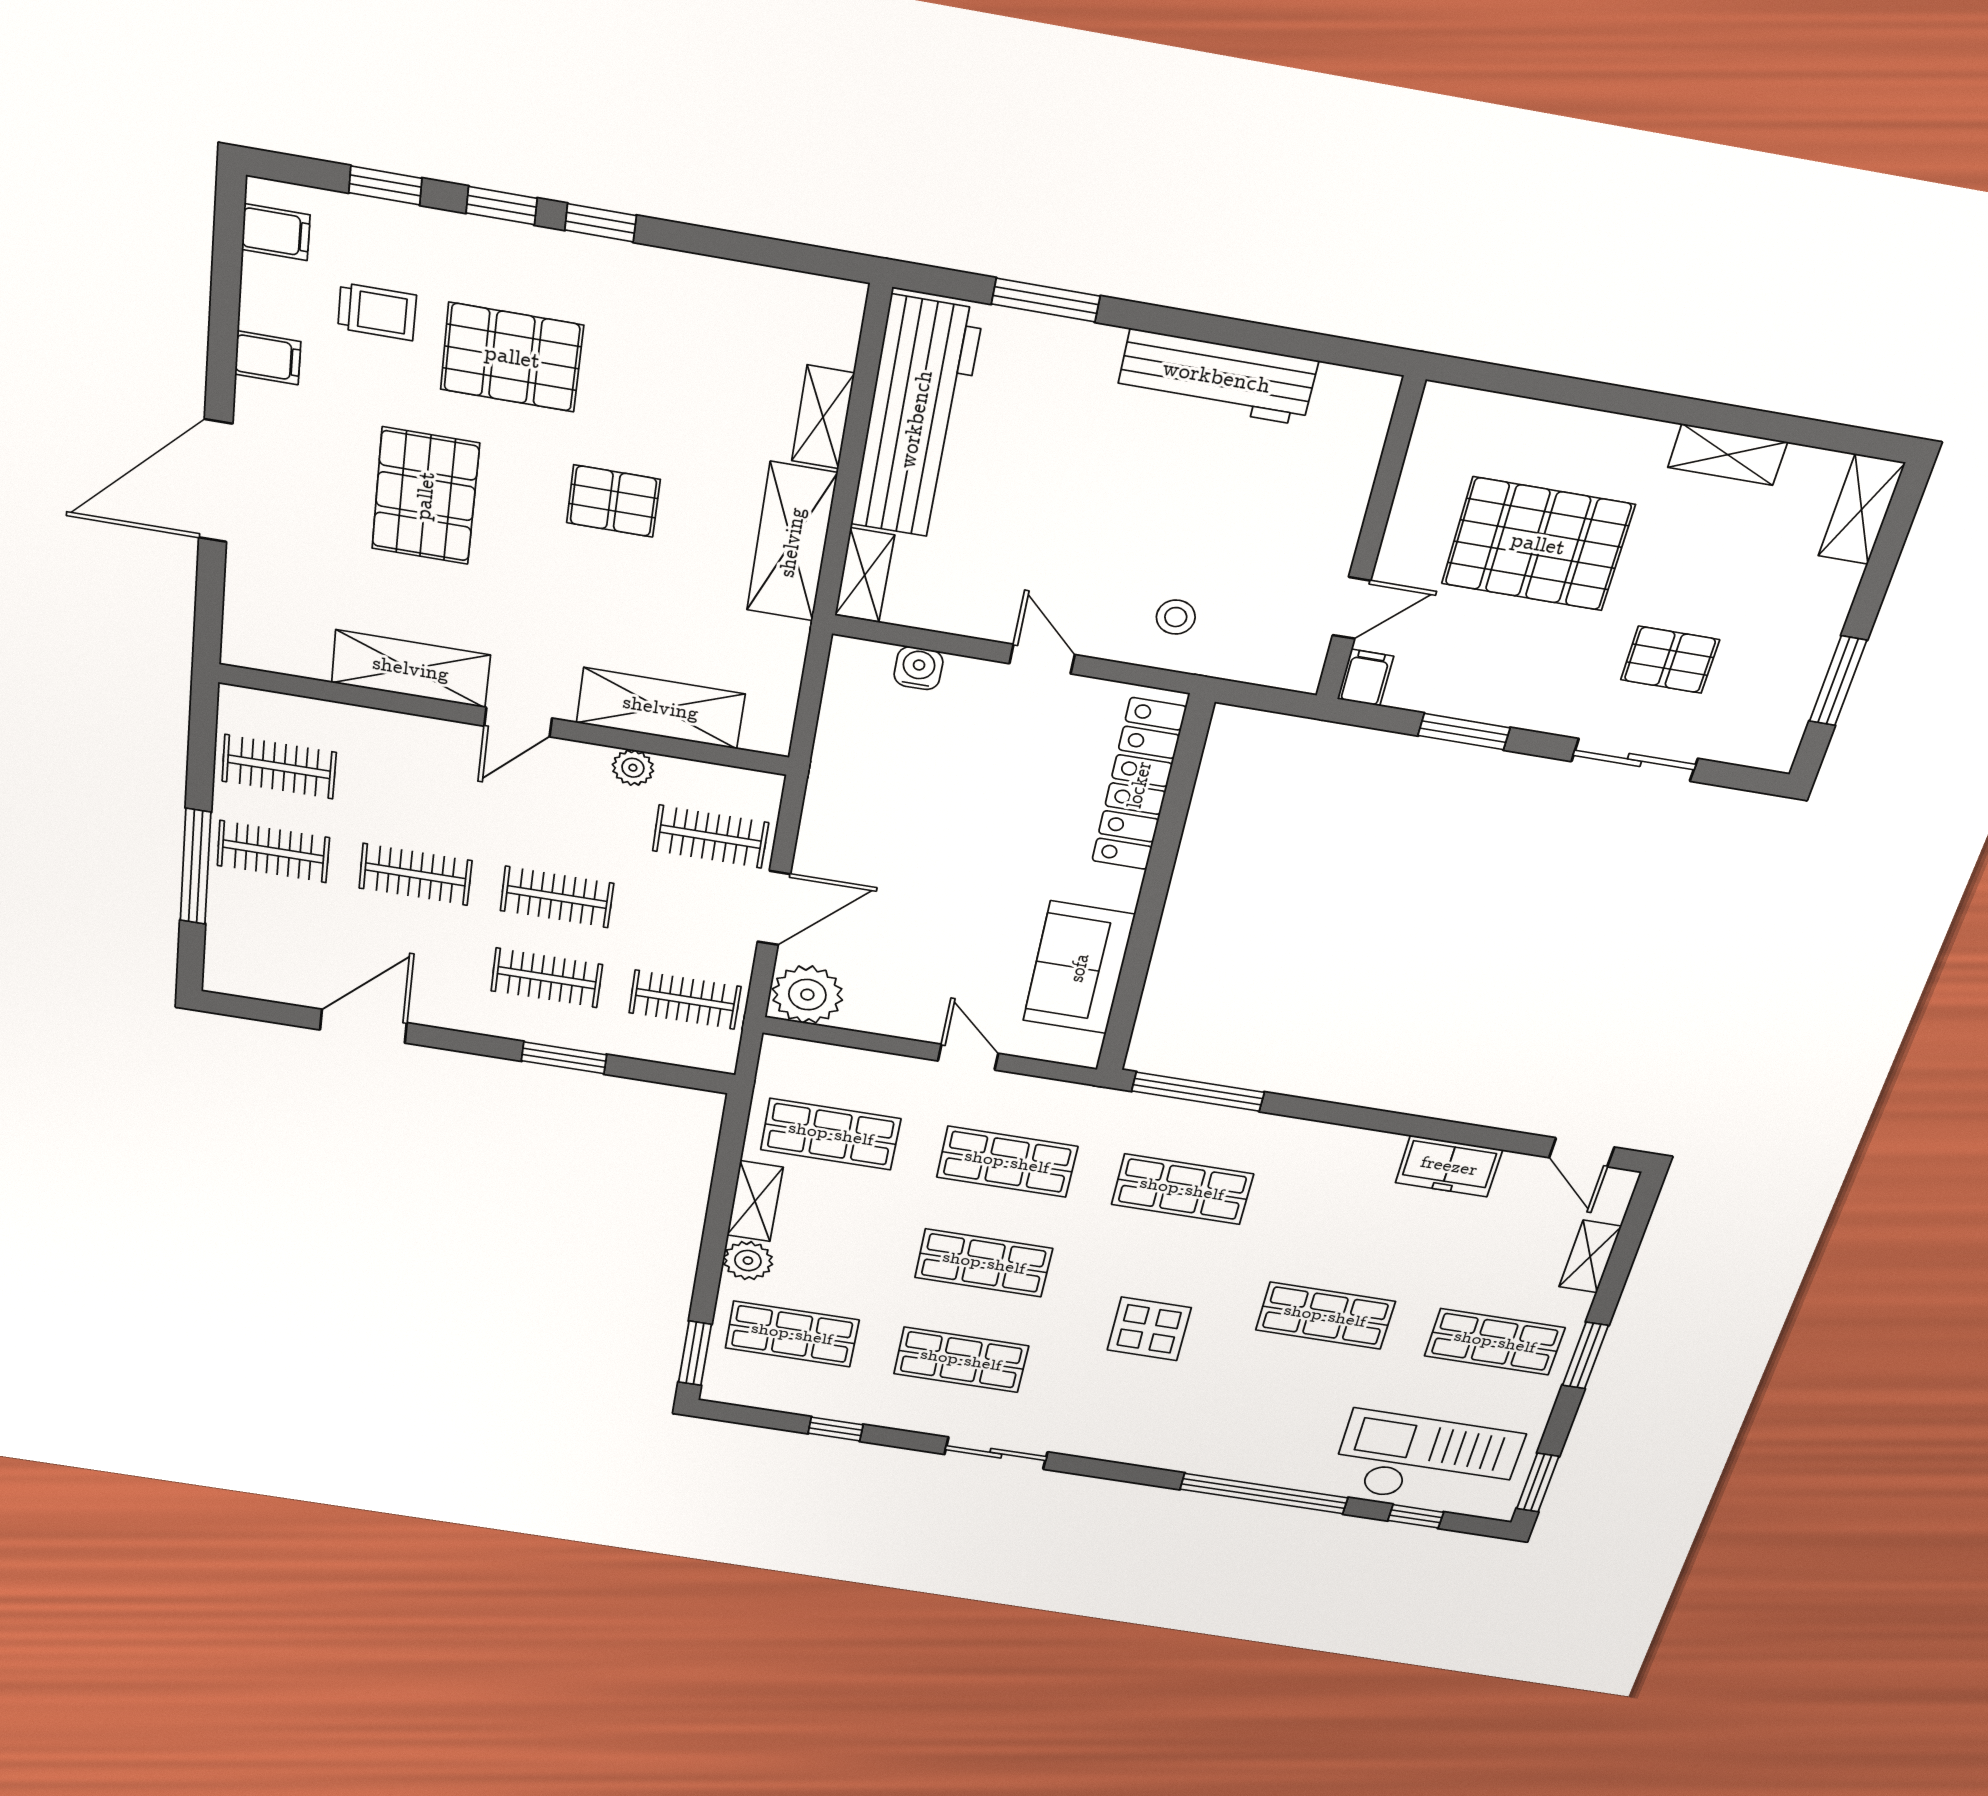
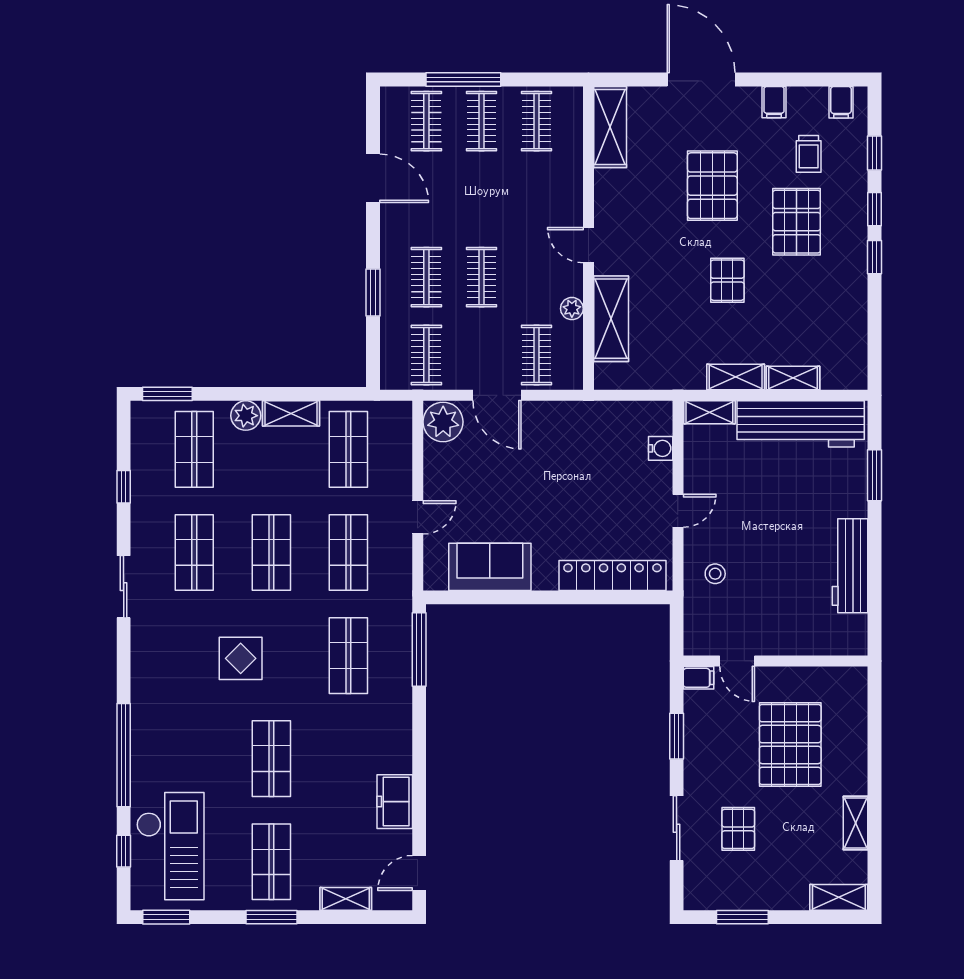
pallet: (425, 496) -> (712, 186), turned 90
shelving: (792, 542) -> (736, 377), width x0.67, depth x0.75
shelving: (411, 669) -> (610, 127), moved
clothes rail: (415, 874) -> (426, 121), moved

